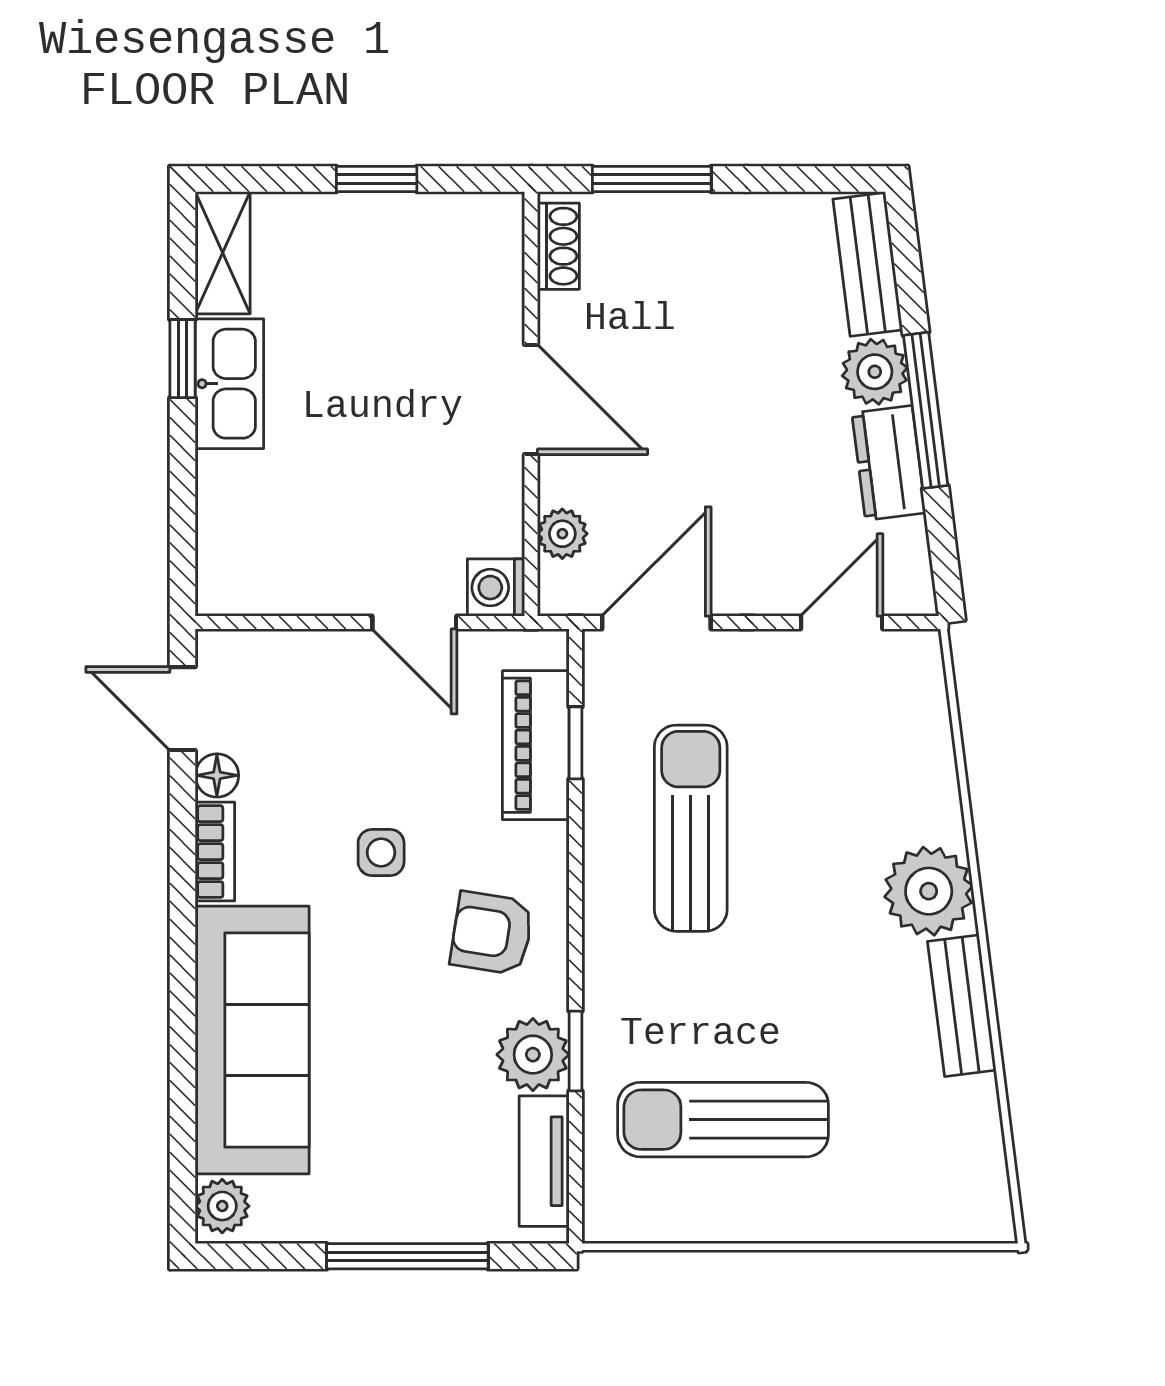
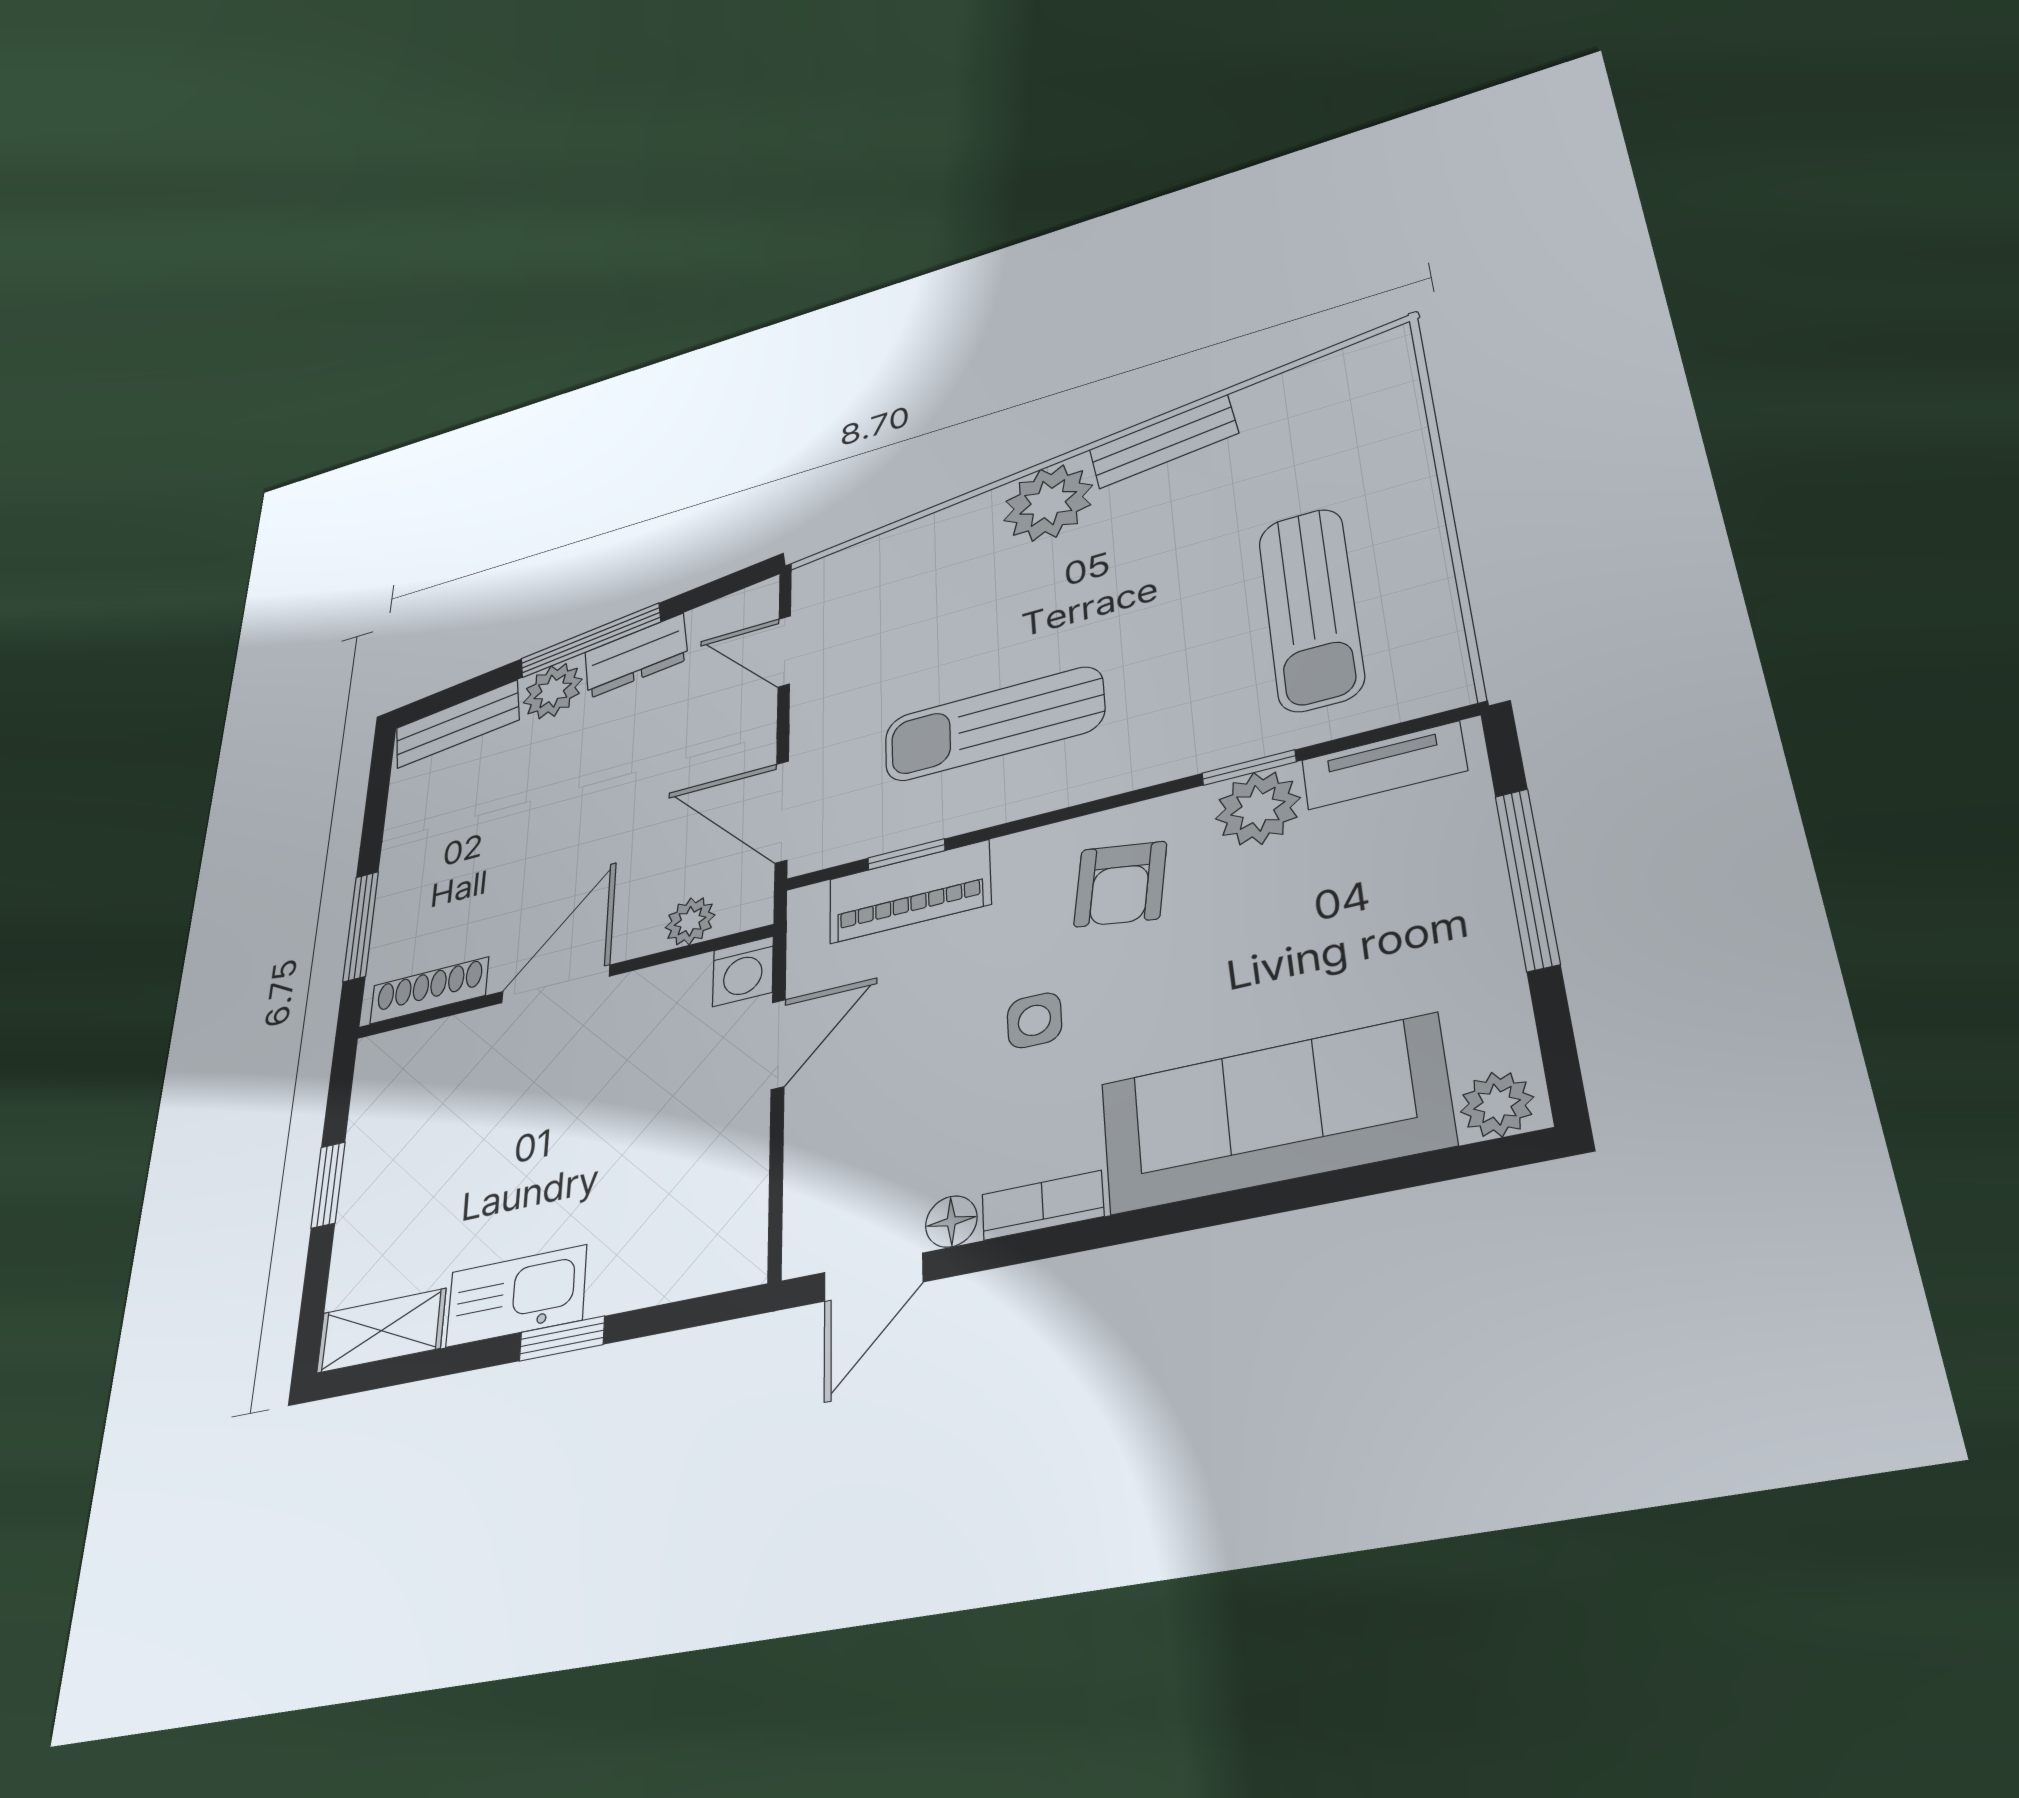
shoe rack: (558, 246) -> (429, 990), width x1.43
window: (183, 359) -> (562, 1338), moved

